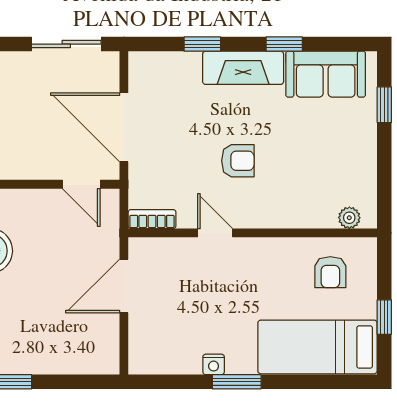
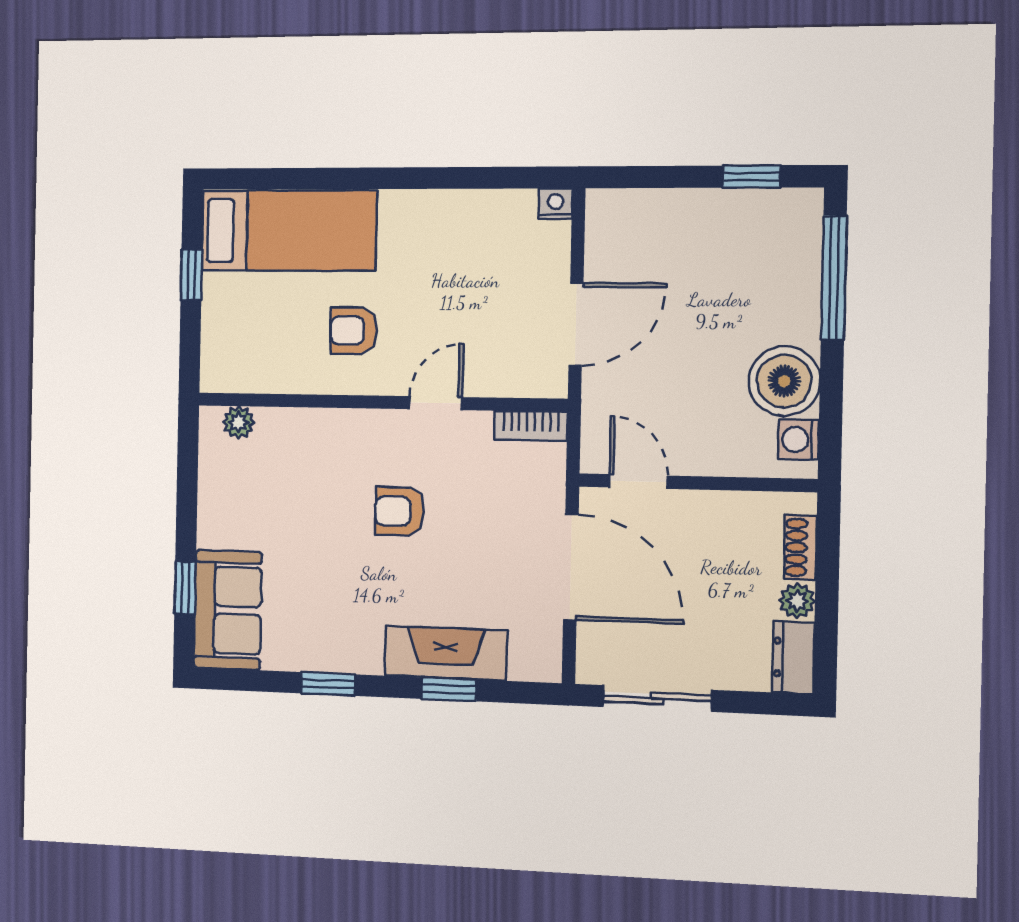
fireplace: (243, 68) -> (446, 653), moved
sofa: (326, 74) -> (228, 610), moved, turned 90
door: (215, 233) -> (436, 403), swing flipped
armchair: (330, 272) -> (354, 331), moved, turned -90
nightstand: (214, 364) -> (555, 204), moved
window: (237, 382) -> (408, 178), removed

